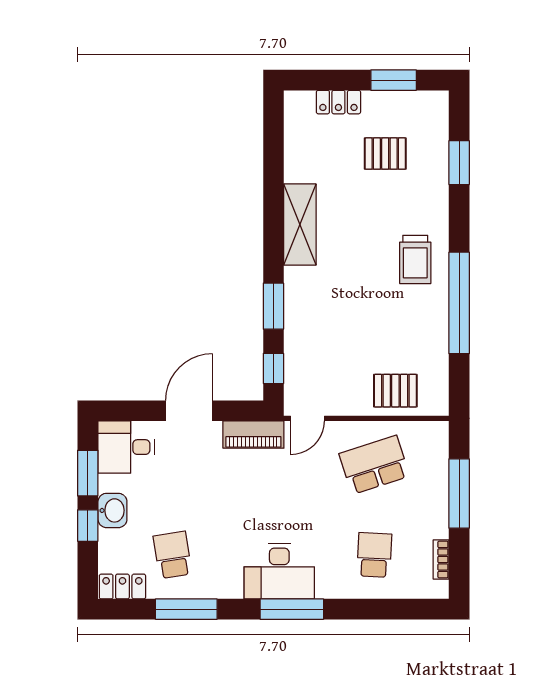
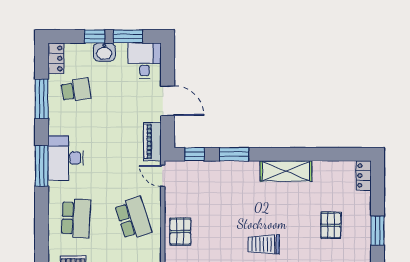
locker: (338, 102) -> (364, 176), moved
school desk: (374, 555) -> (76, 218), width x1.85

